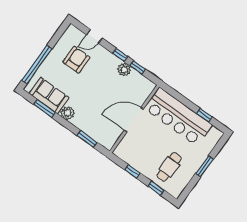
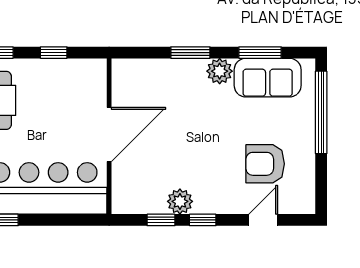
armchair: (76, 60) -> (265, 164), turned 90
window: (87, 139) -> (190, 53), moved

